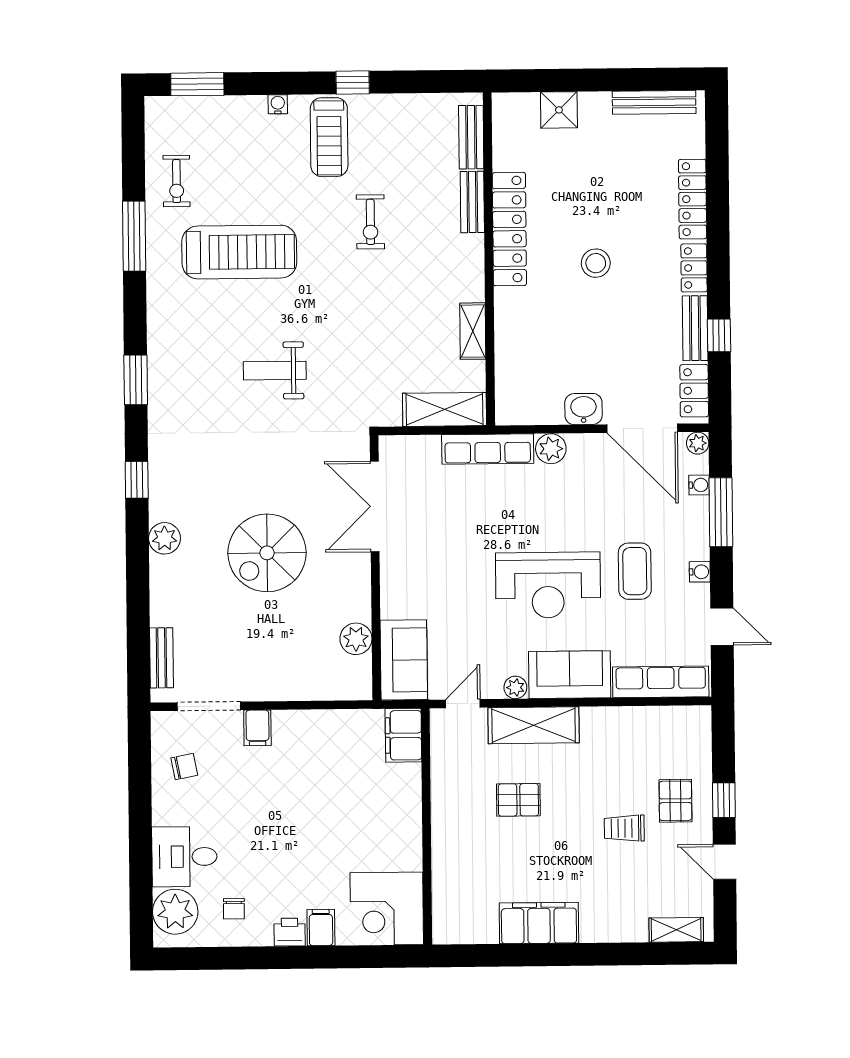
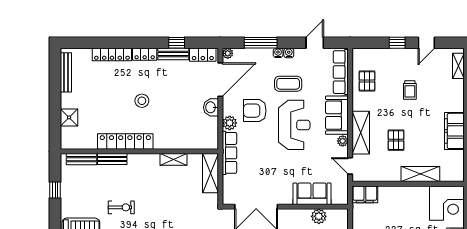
window: (353, 83) -> (55, 190), moved
water cooler: (699, 485) -> (278, 53), moved
armchair: (577, 502) -> (255, 111), added
sofa: (404, 660) -> (312, 194), moved
pallet: (675, 801) -> (367, 81), moved, turned 90
shelving: (447, 852) -> (420, 174), added

